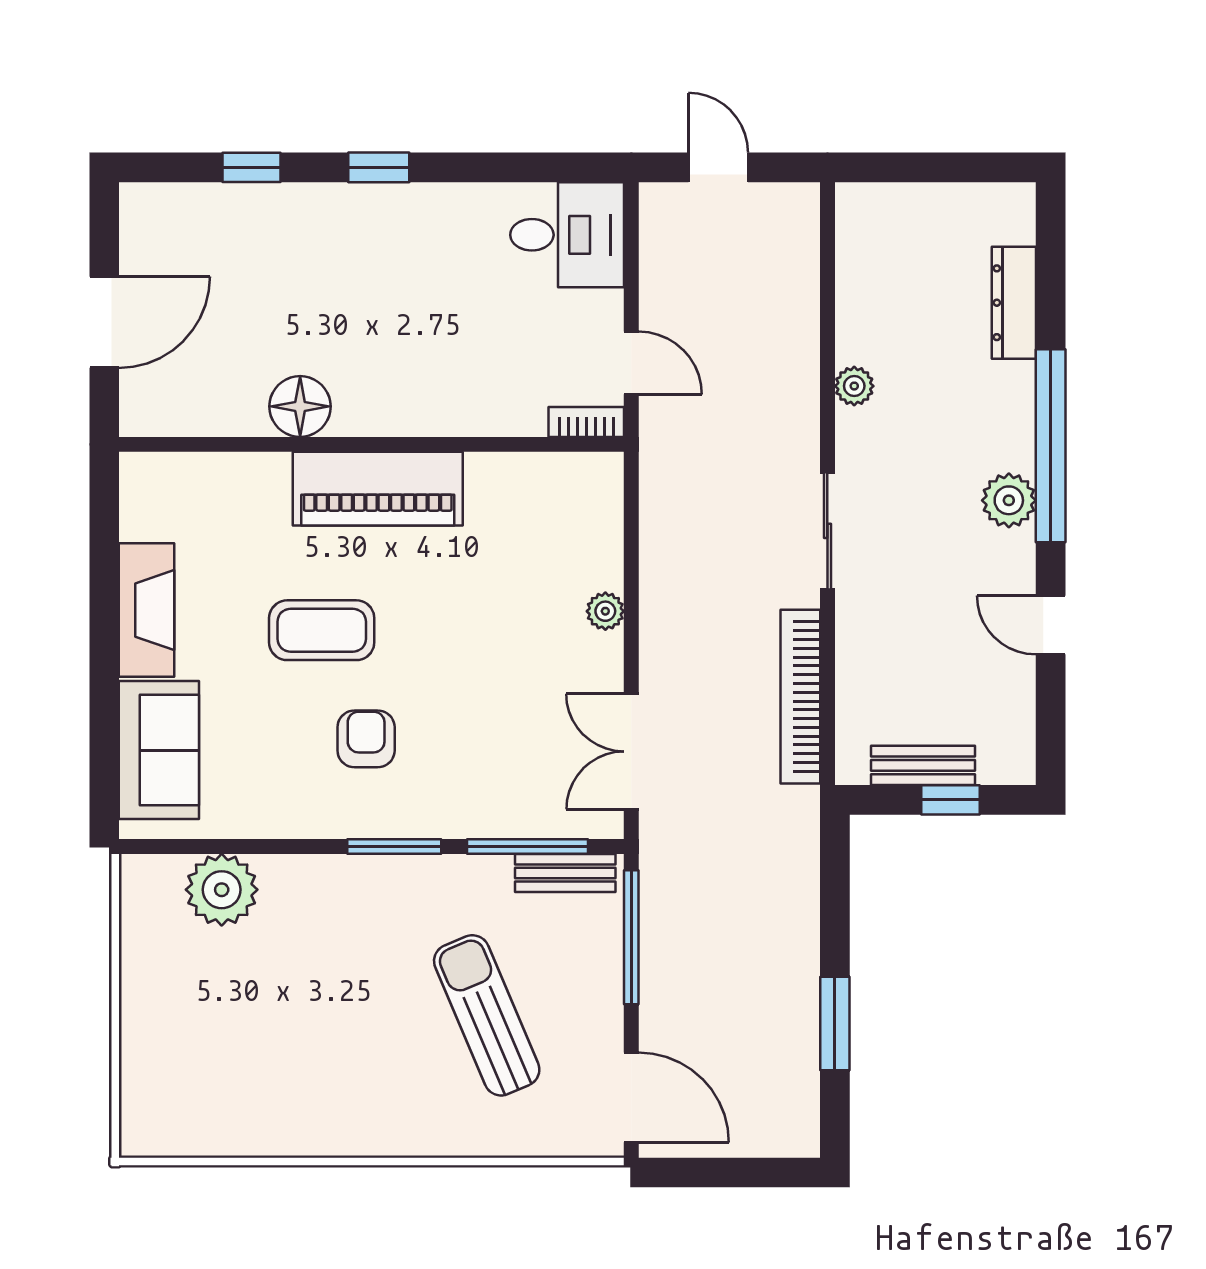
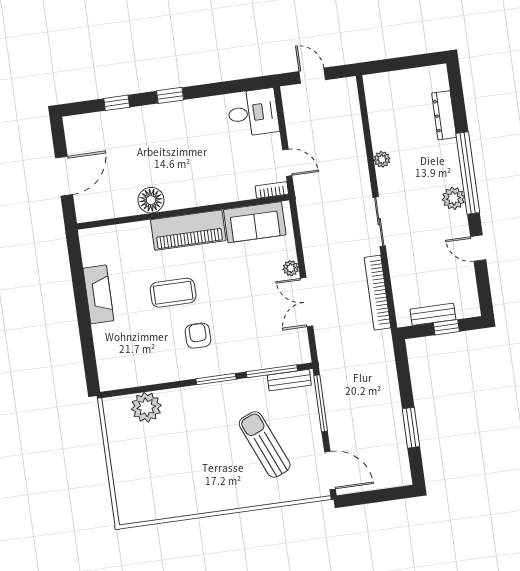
sofa: (159, 750) -> (255, 222), moved, turned 90
double door: (631, 752) -> (307, 302), moved

